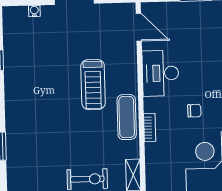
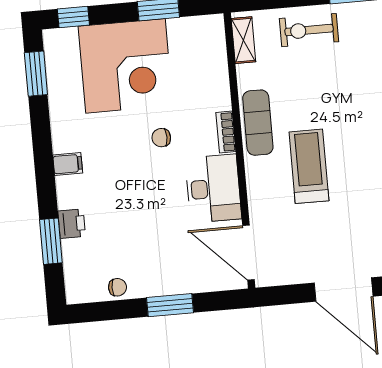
door: (139, 27) -> (248, 253), width x1.36
bookcase: (150, 127) -> (226, 132), moved

